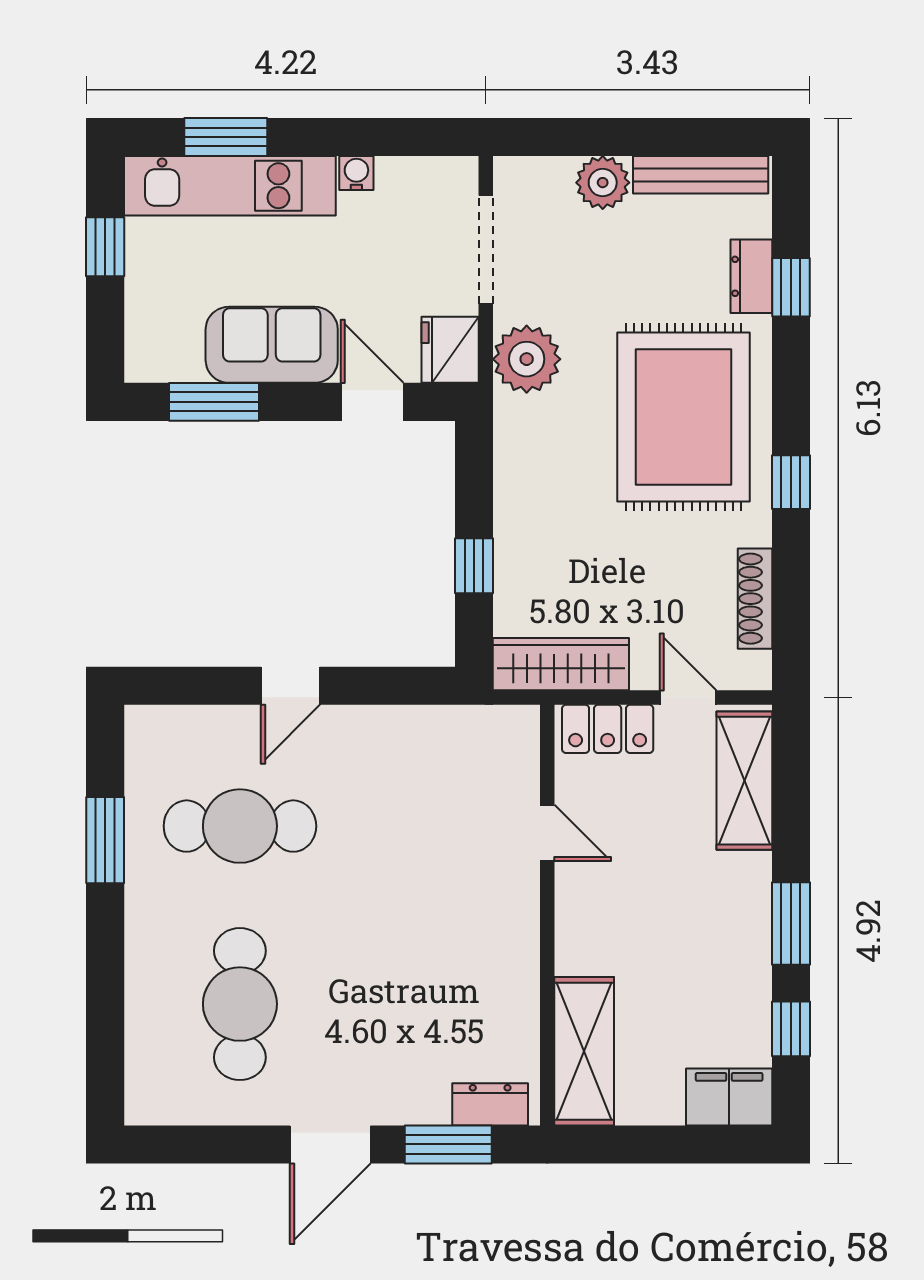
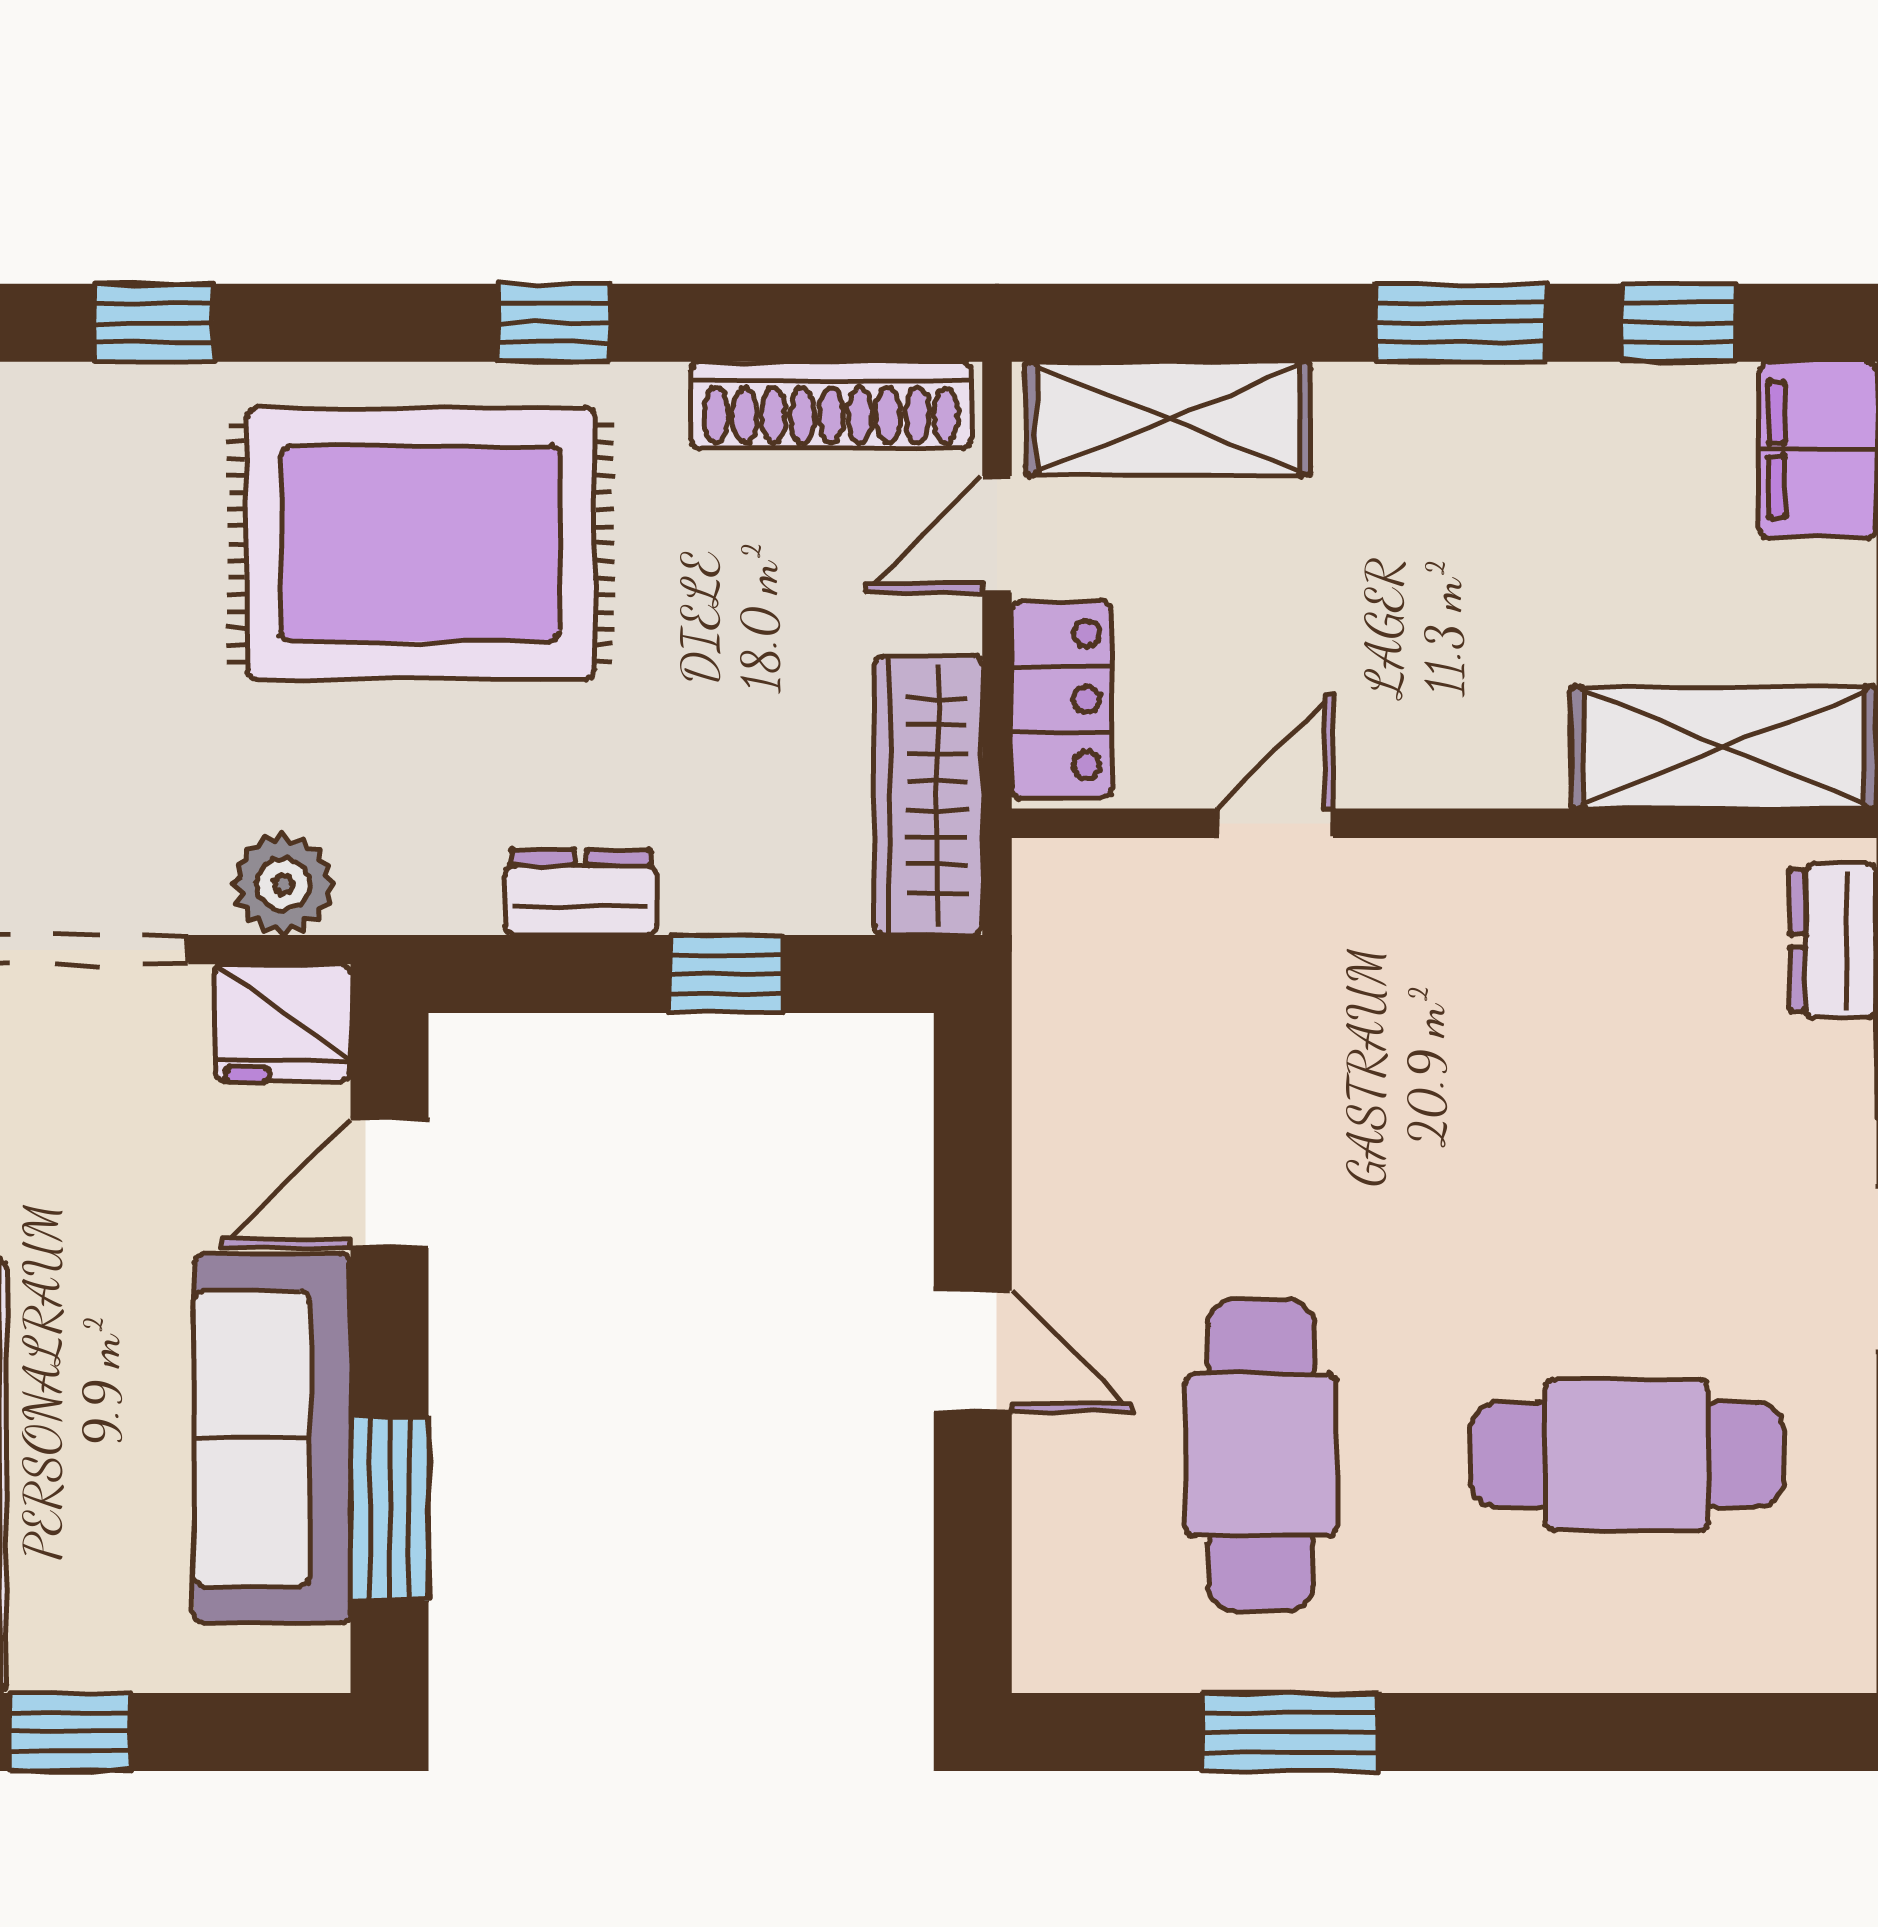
dresser: (751, 276) -> (580, 892), moved, turned 180
sofa: (272, 345) -> (272, 1439), width x1.36
plant: (527, 359) -> (283, 884), width x0.73, depth x0.73
shoe rack: (755, 599) -> (831, 405), width x1.36, depth x1.24

